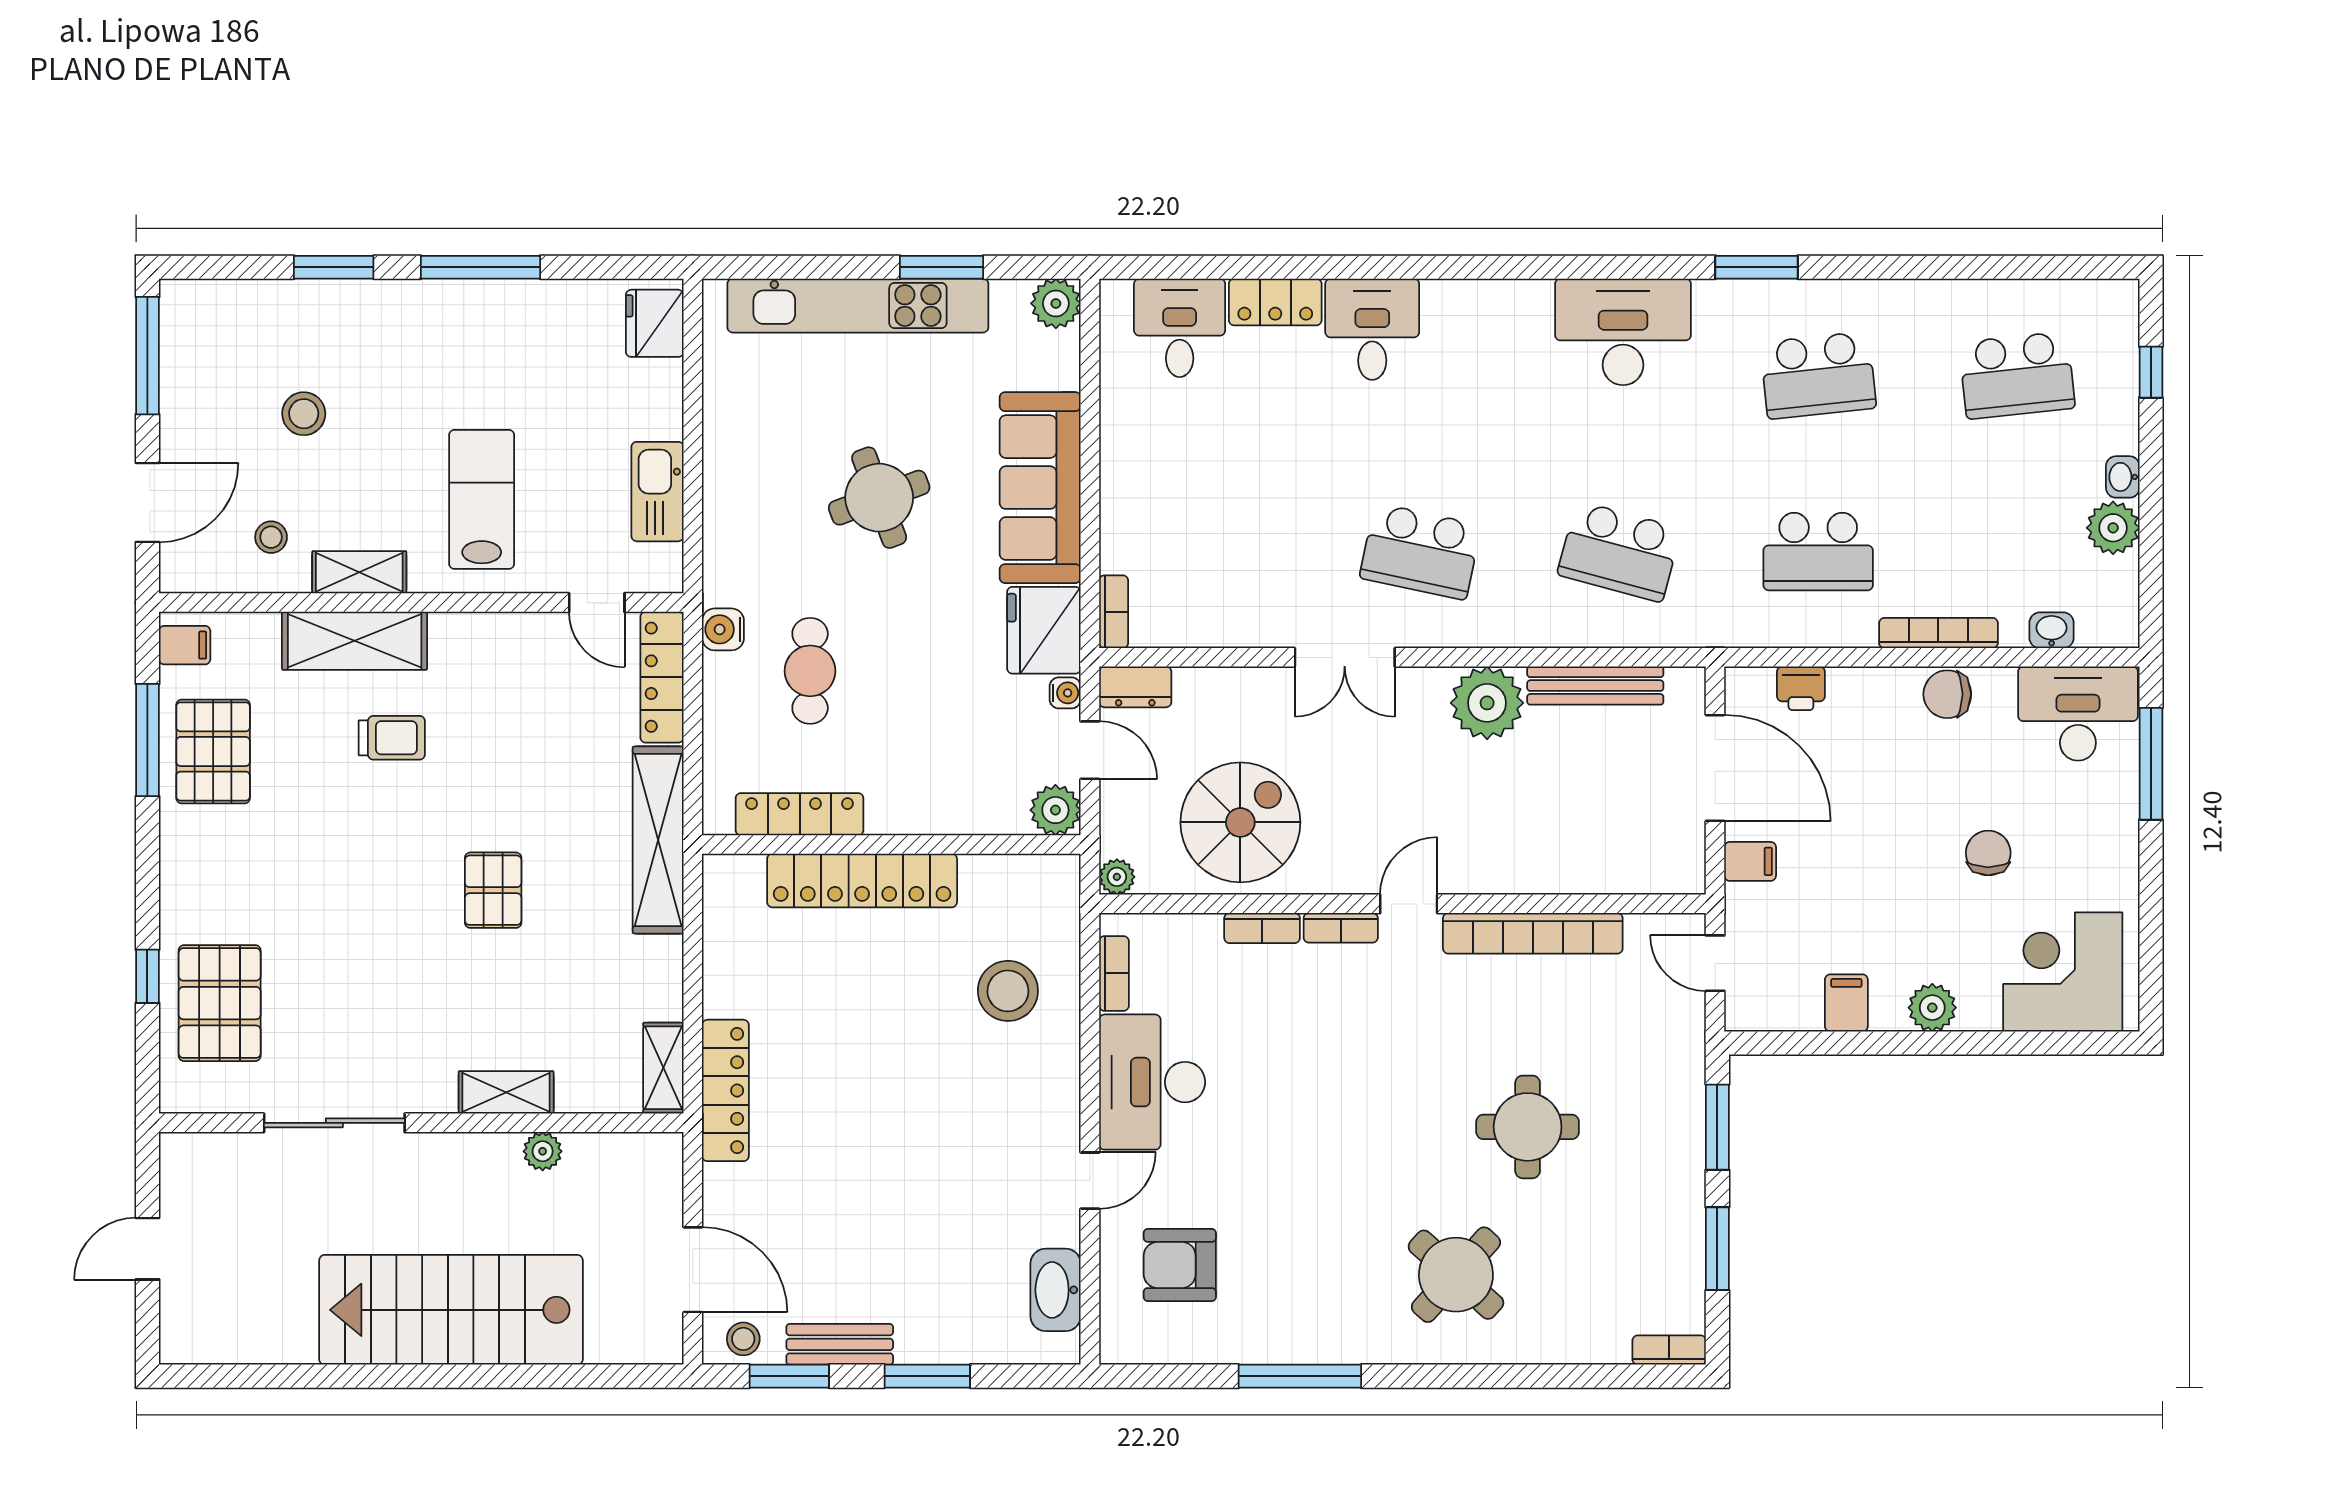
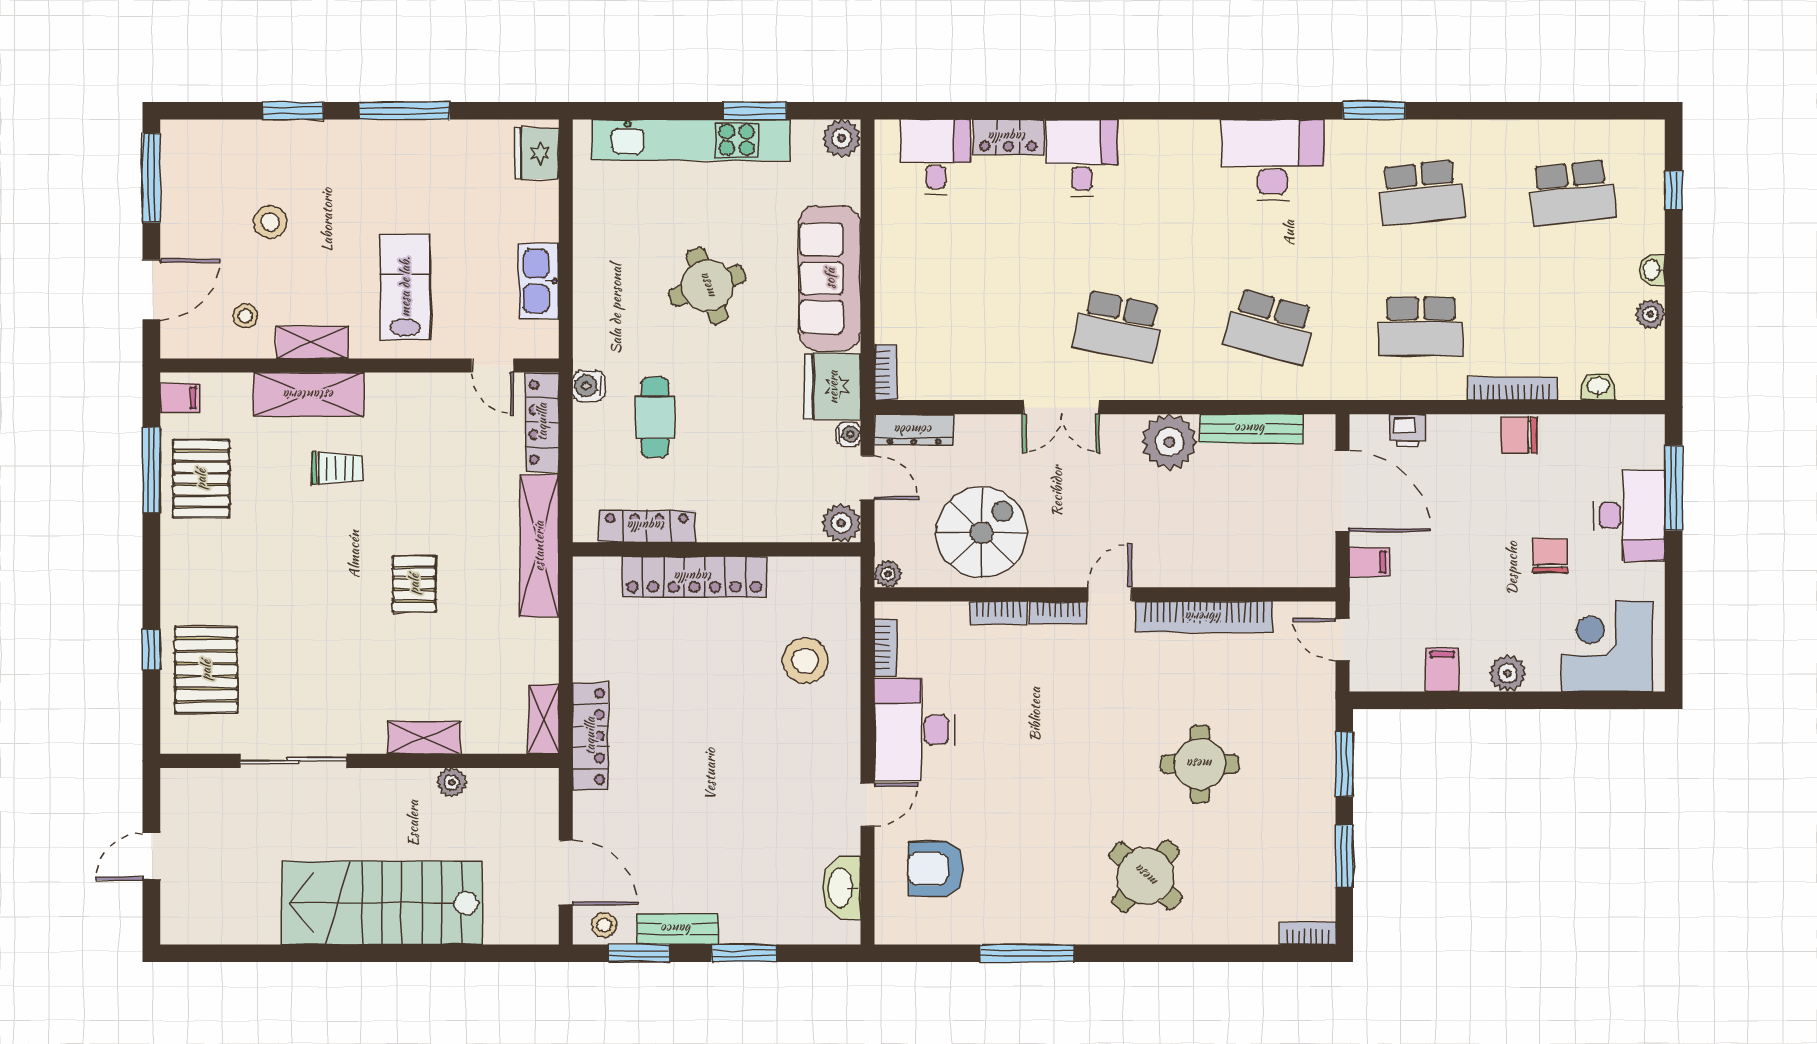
plant: (2113, 528) -> (1650, 314), width x0.73, depth x0.73
dresser: (1135, 687) -> (914, 430), width x1.44
desk: (2078, 714) -> (1629, 516), moved, turned 90

